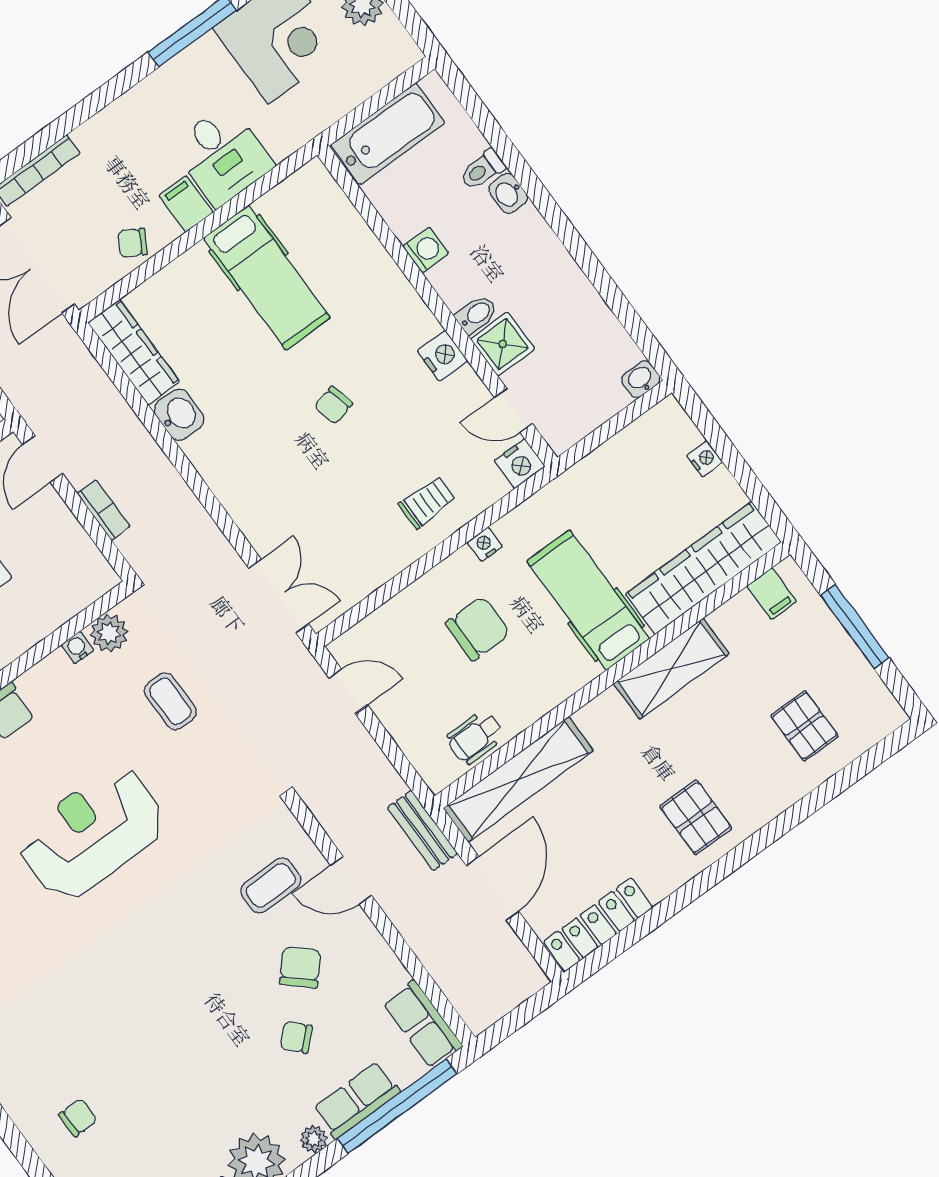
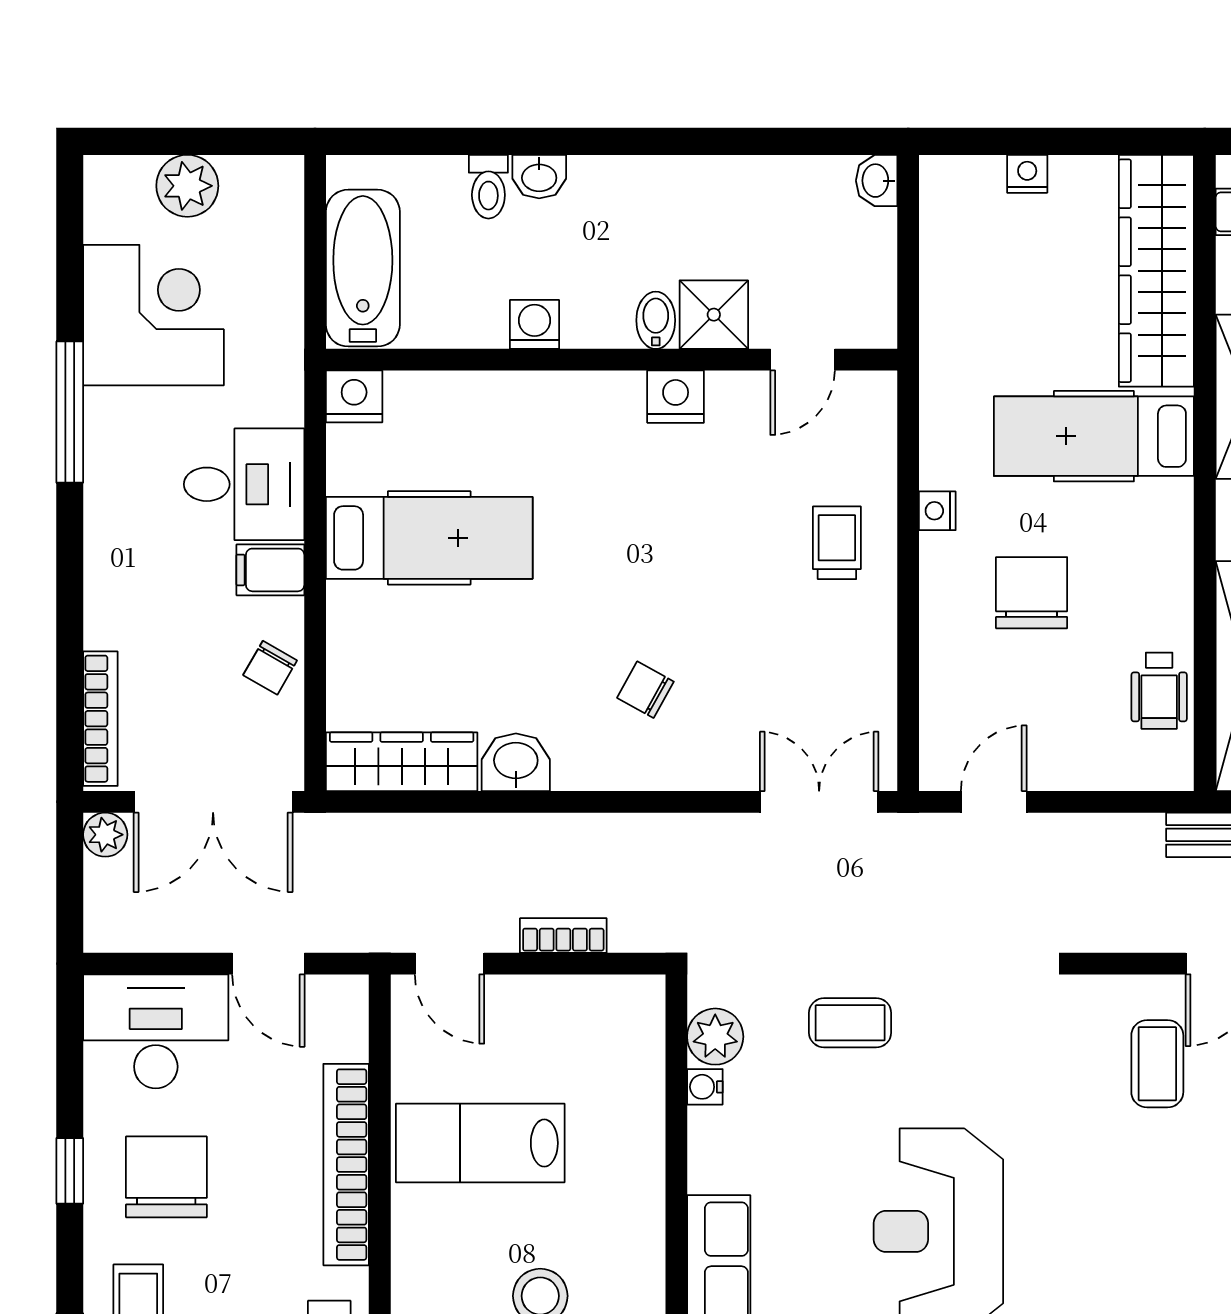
chair: (333, 405) -> (645, 690), moved, turned 133
nightstand: (520, 464) -> (354, 396), moved, turned -90

